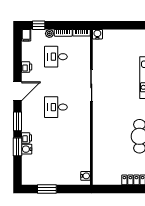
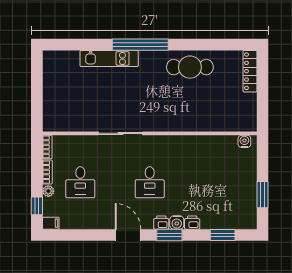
water cooler: (97, 34) -> (49, 125), removed
printer: (27, 67) -> (161, 223), moved
window: (18, 147) -> (223, 235), moved
water cooler: (27, 149) -> (177, 222), moved

